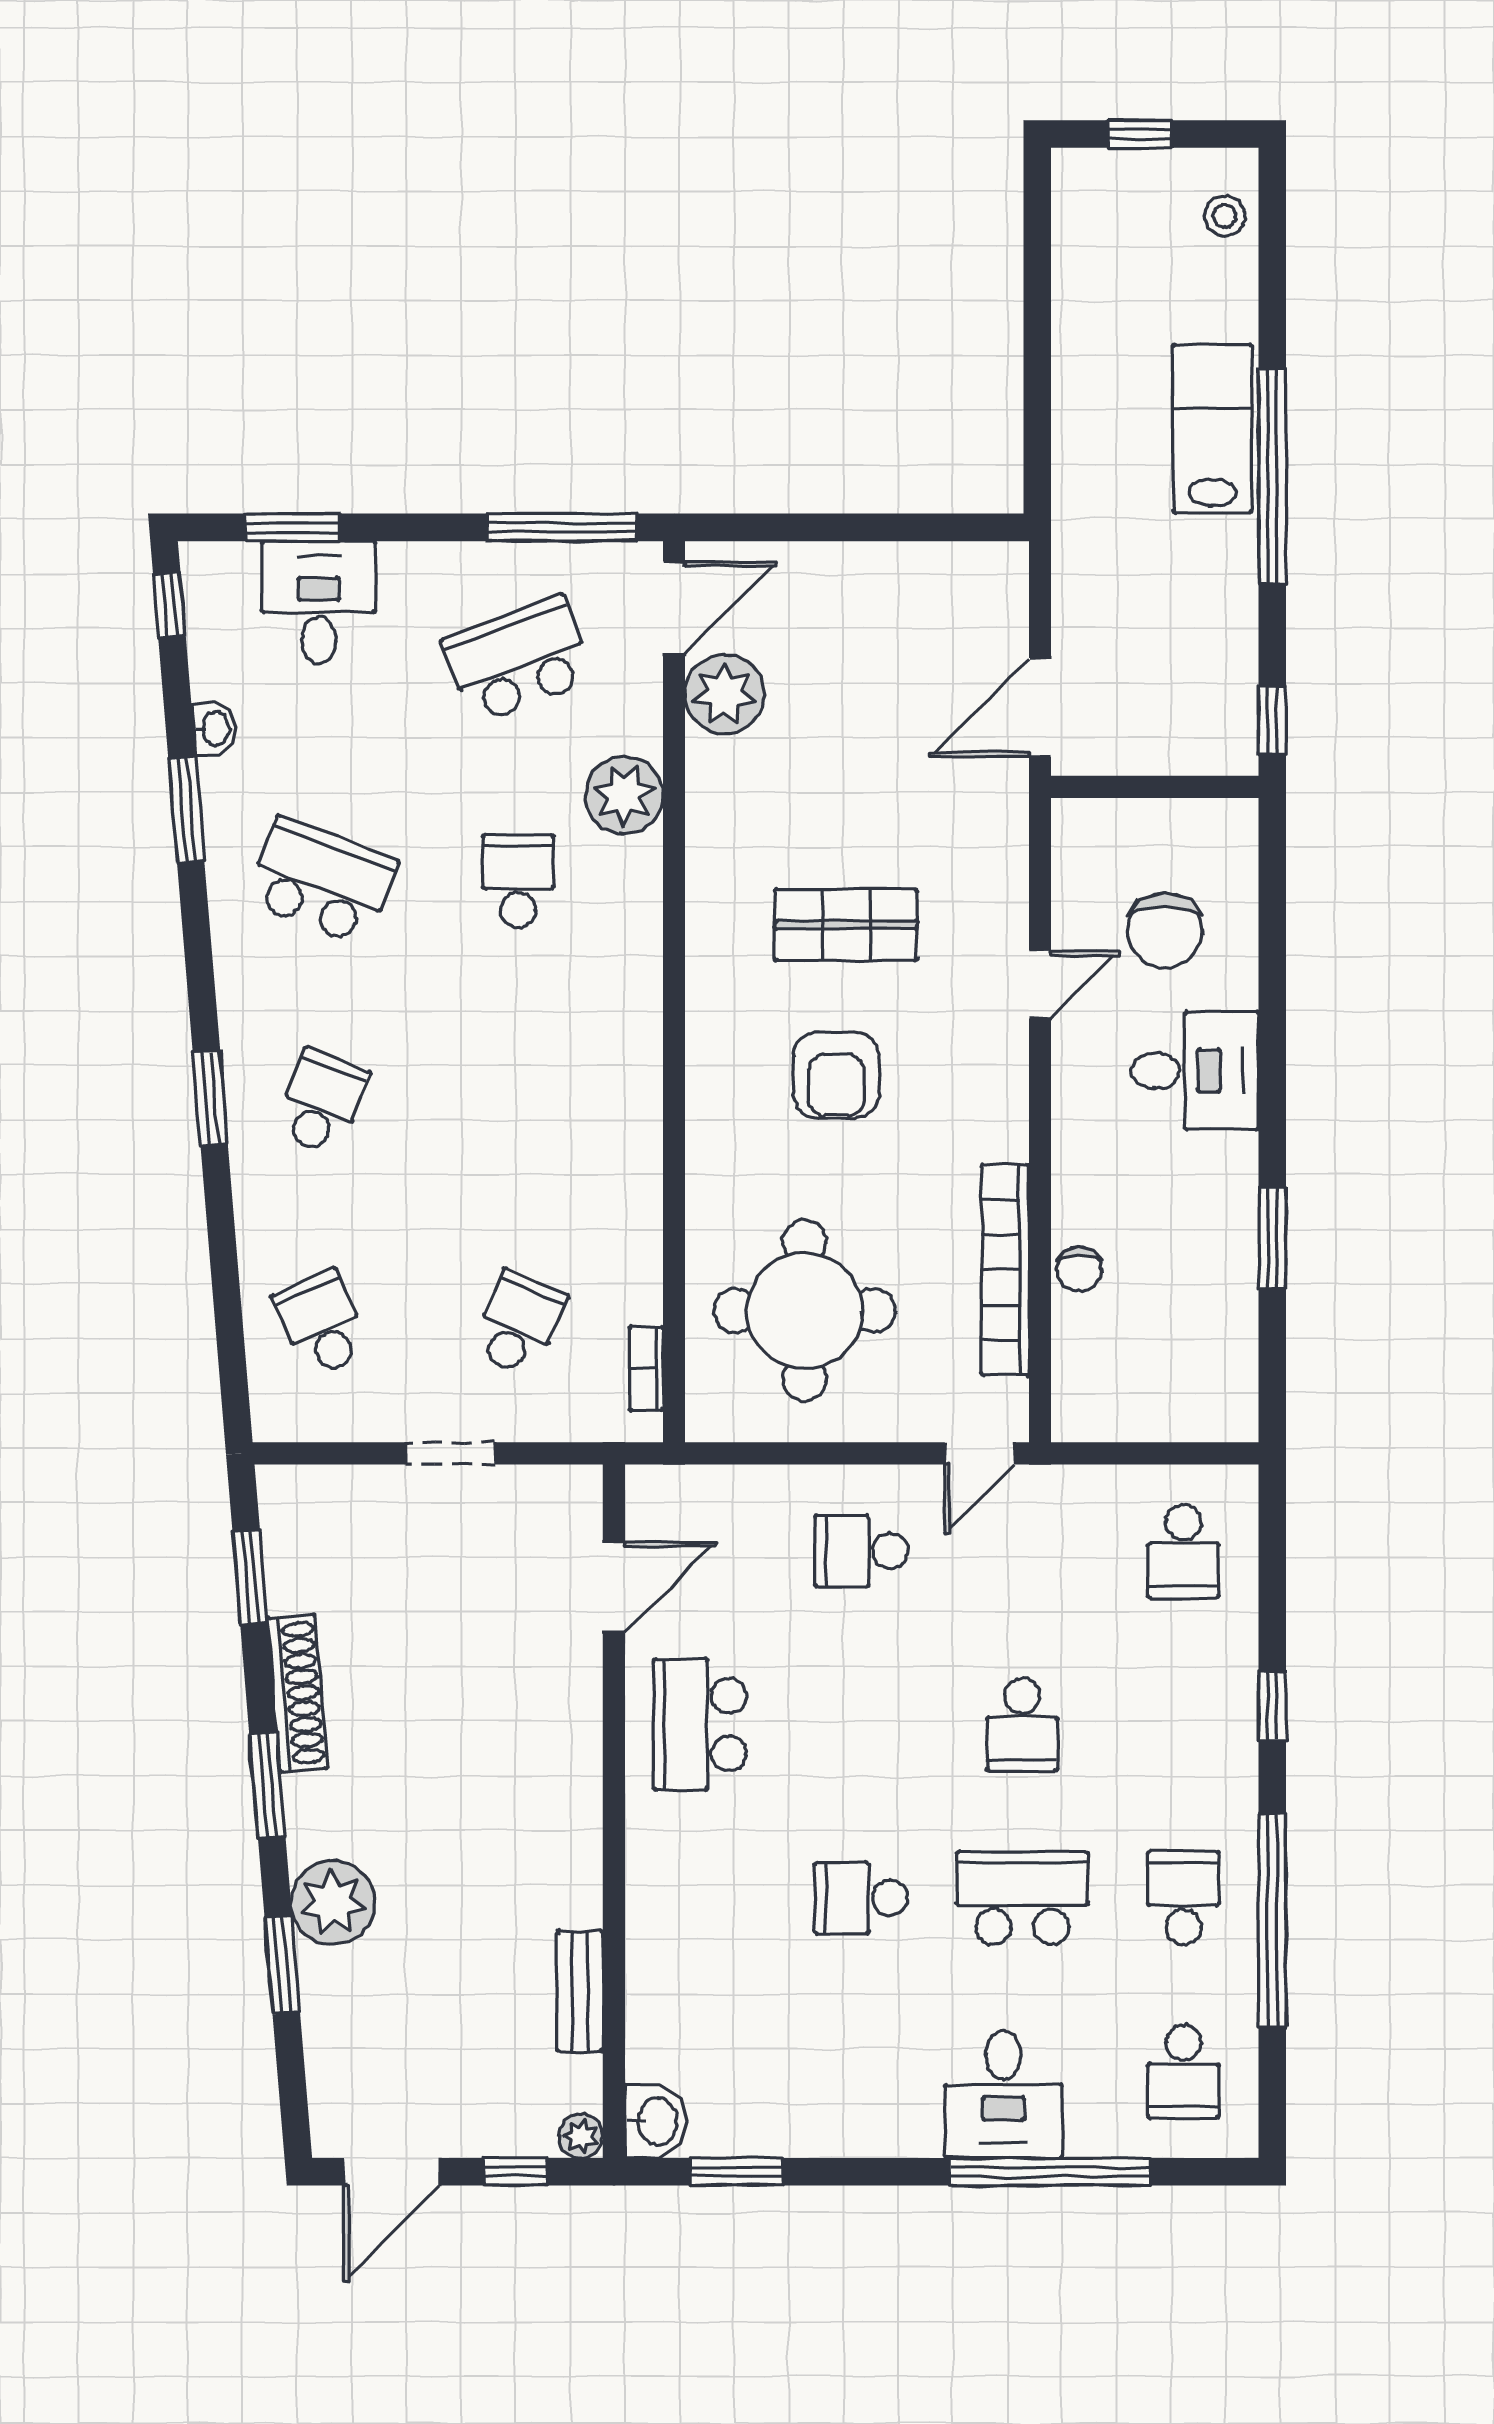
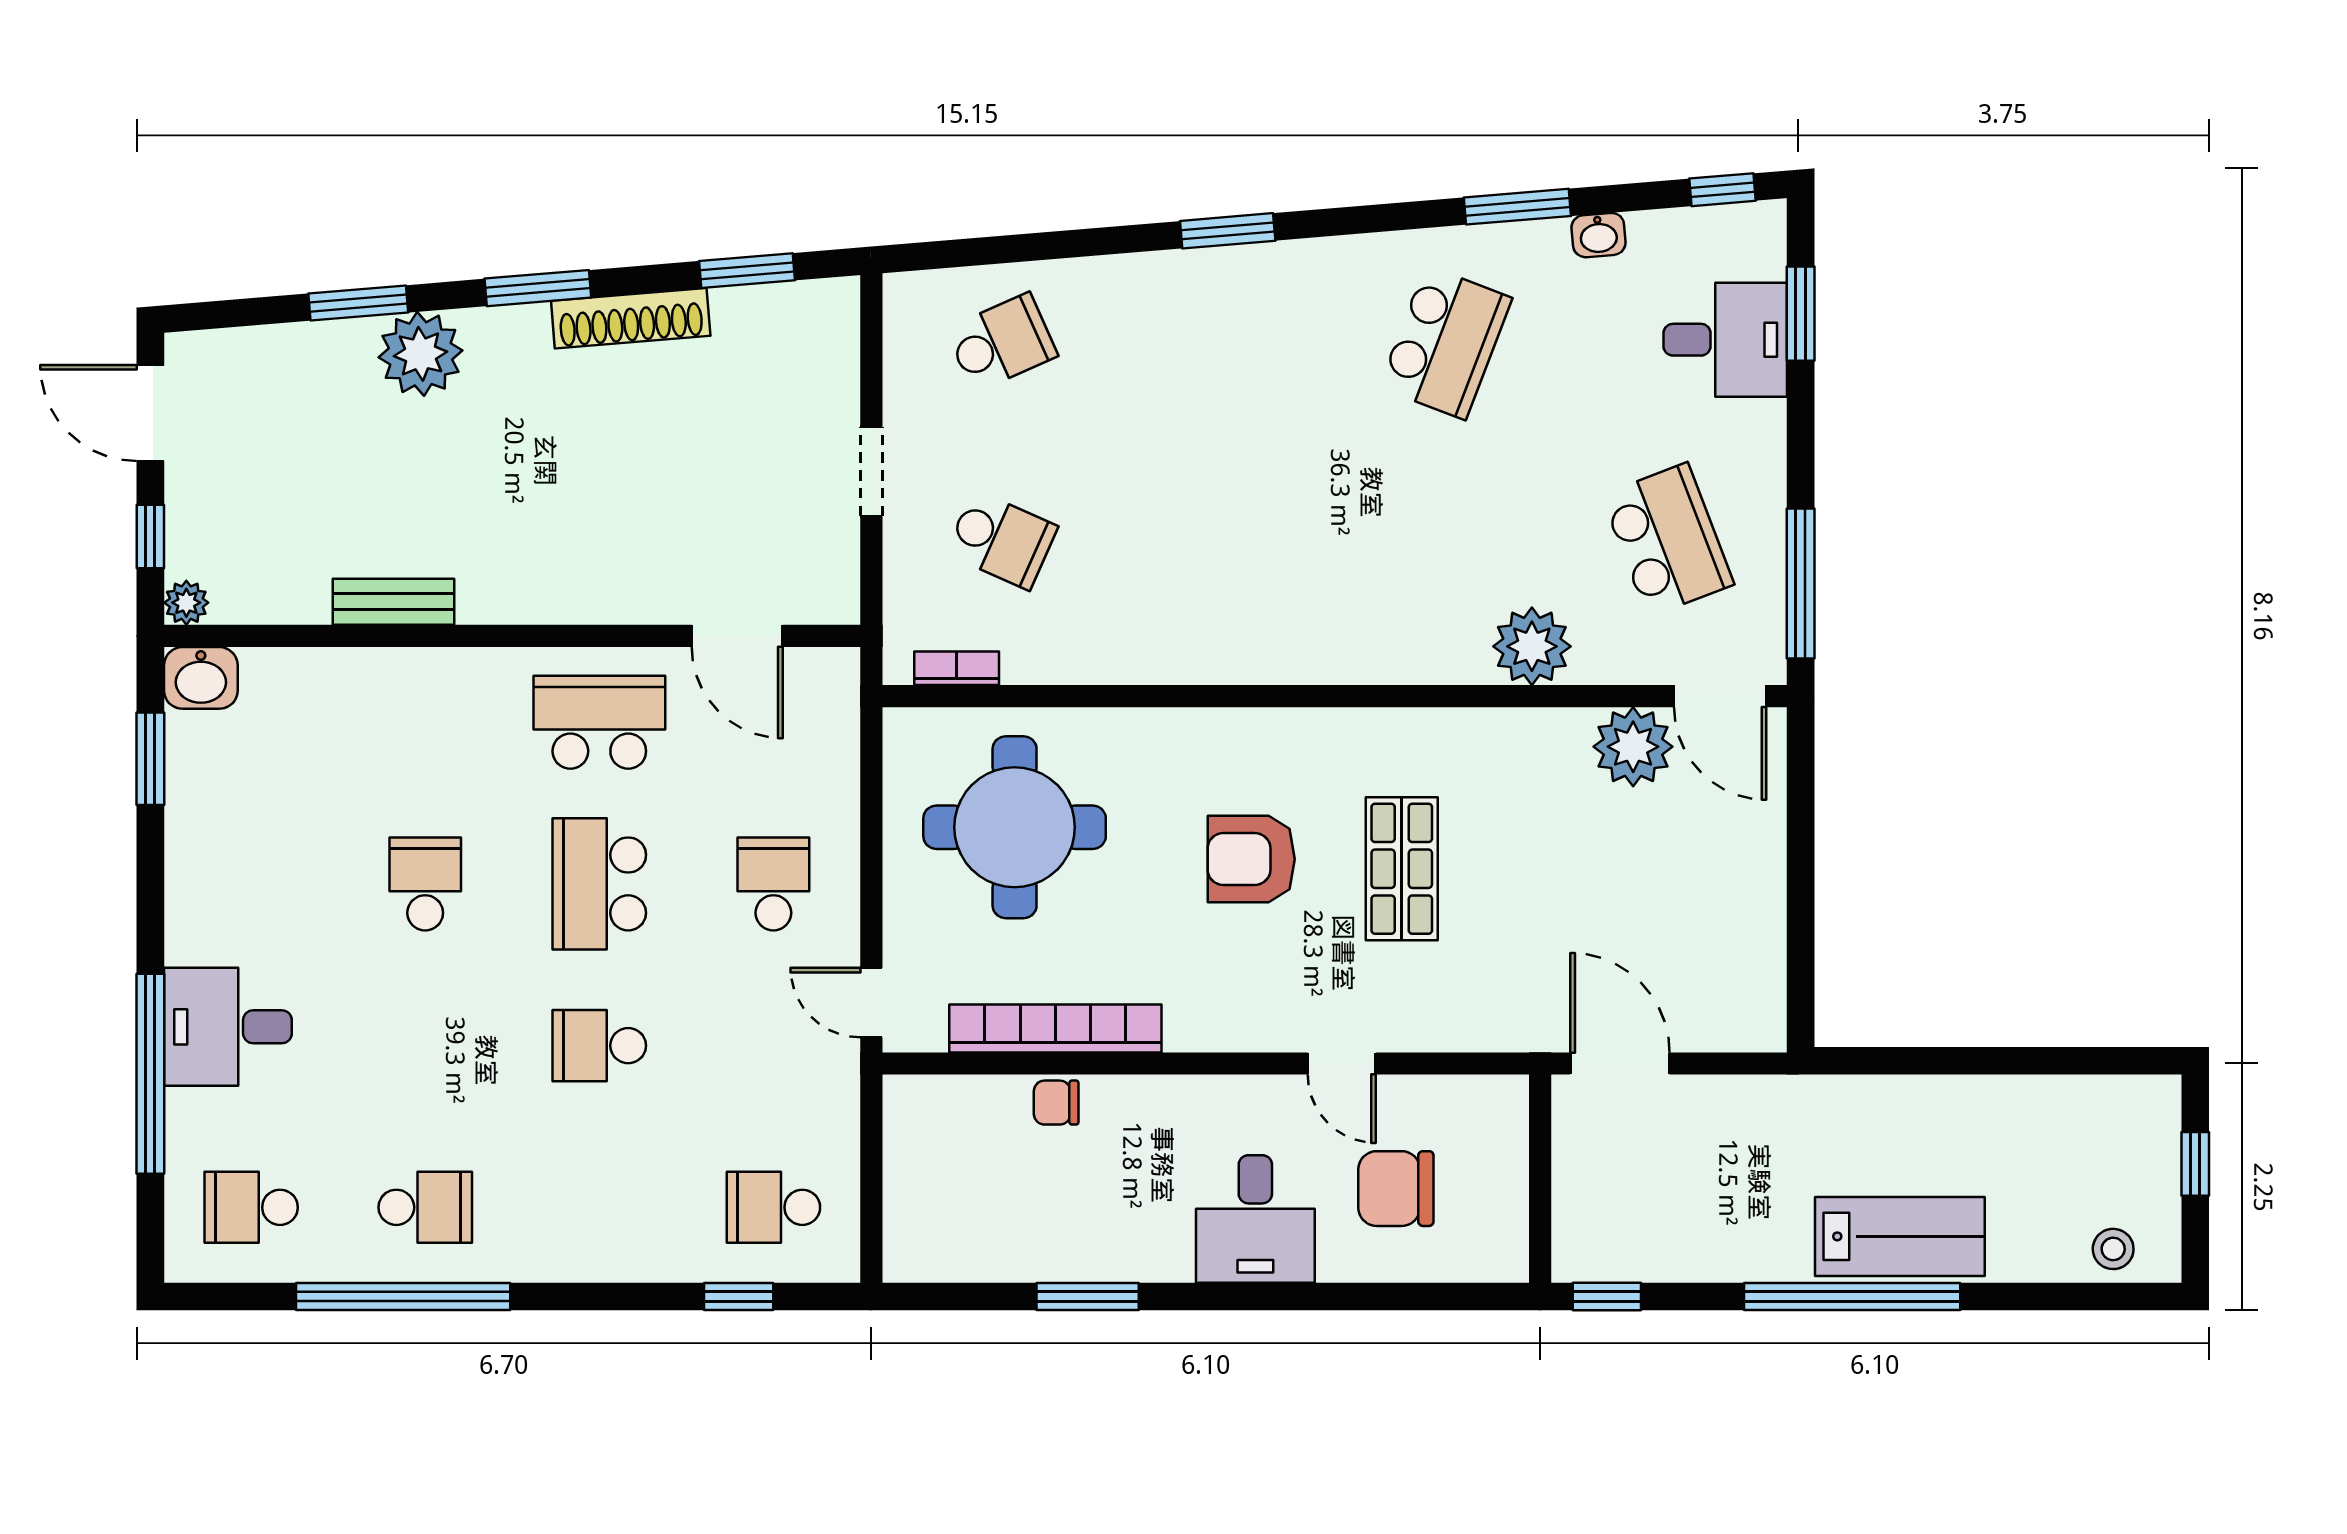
school desk: (518, 881) -> (1446, 540), removed
school desk: (322, 1102) -> (1224, 343), removed
window: (1272, 1707) -> (739, 1296), moved
school desk: (1022, 1898) -> (599, 884), moved, turned 180
bench: (580, 1991) -> (393, 602), moved

